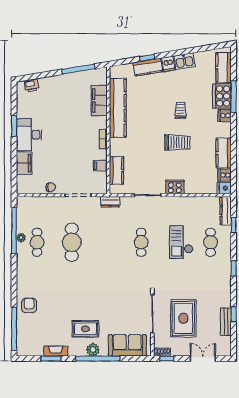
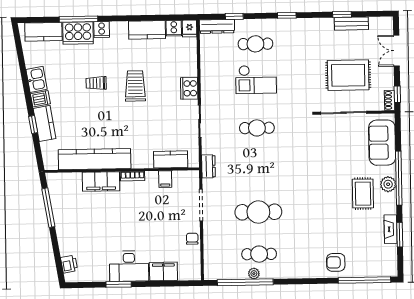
filing cabinet: (99, 100) -> (101, 182), moved

